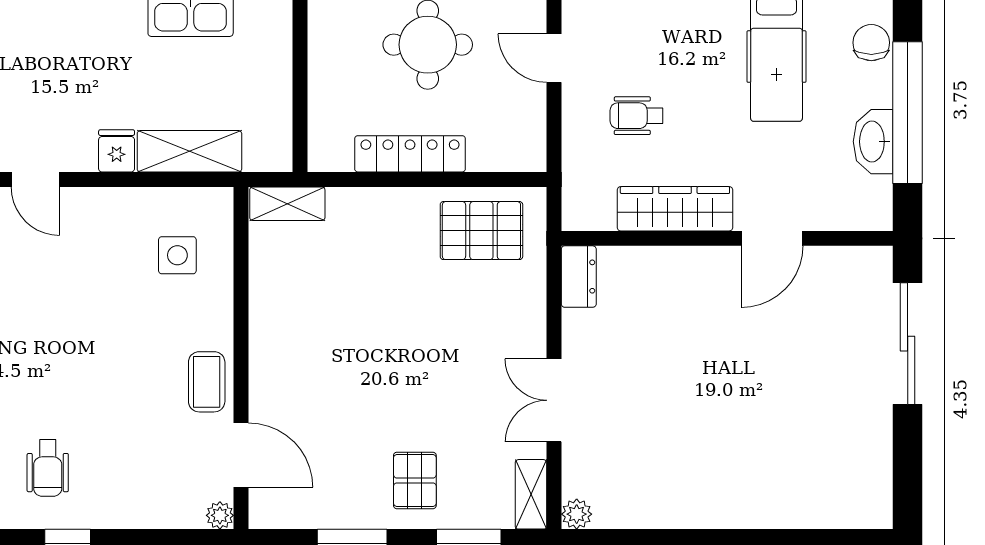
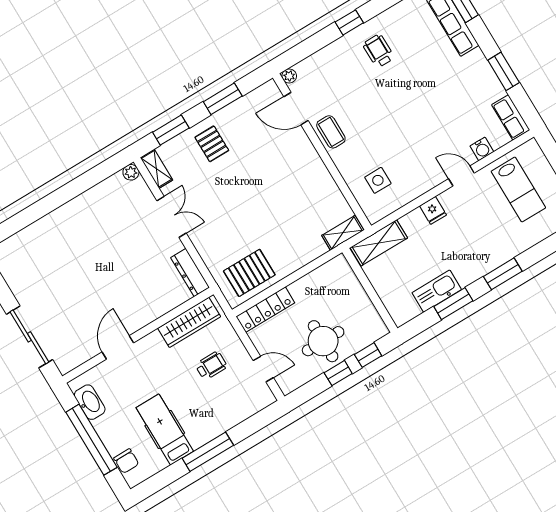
washbasin: (873, 142) -> (90, 402), moved
shelving: (189, 151) -> (379, 243), moved
locker: (410, 154) -> (265, 310), moved
wardrobe: (675, 209) -> (189, 322), moved
dresser: (579, 277) -> (190, 273), width x1.44

